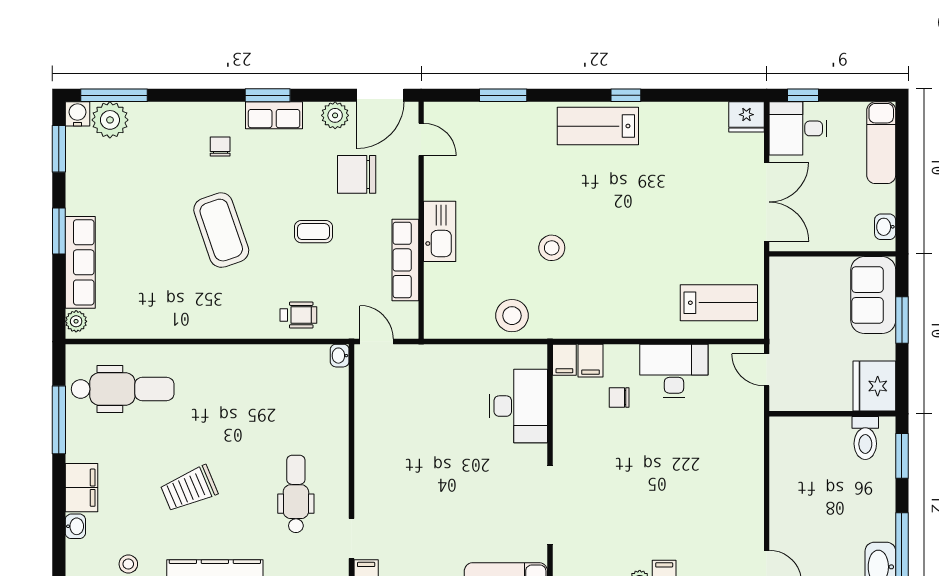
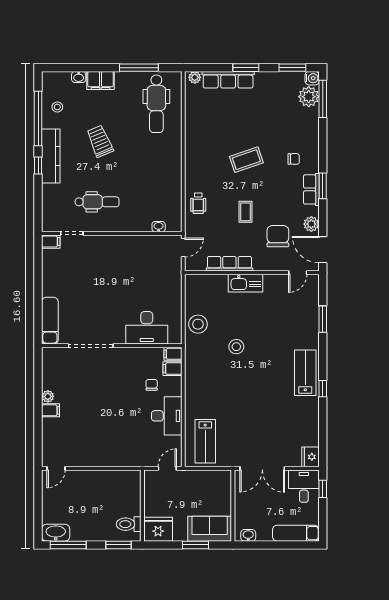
coffee table: (221, 230) -> (246, 160), width x0.73, depth x0.76
washbasin: (340, 356) -> (159, 227), moved

